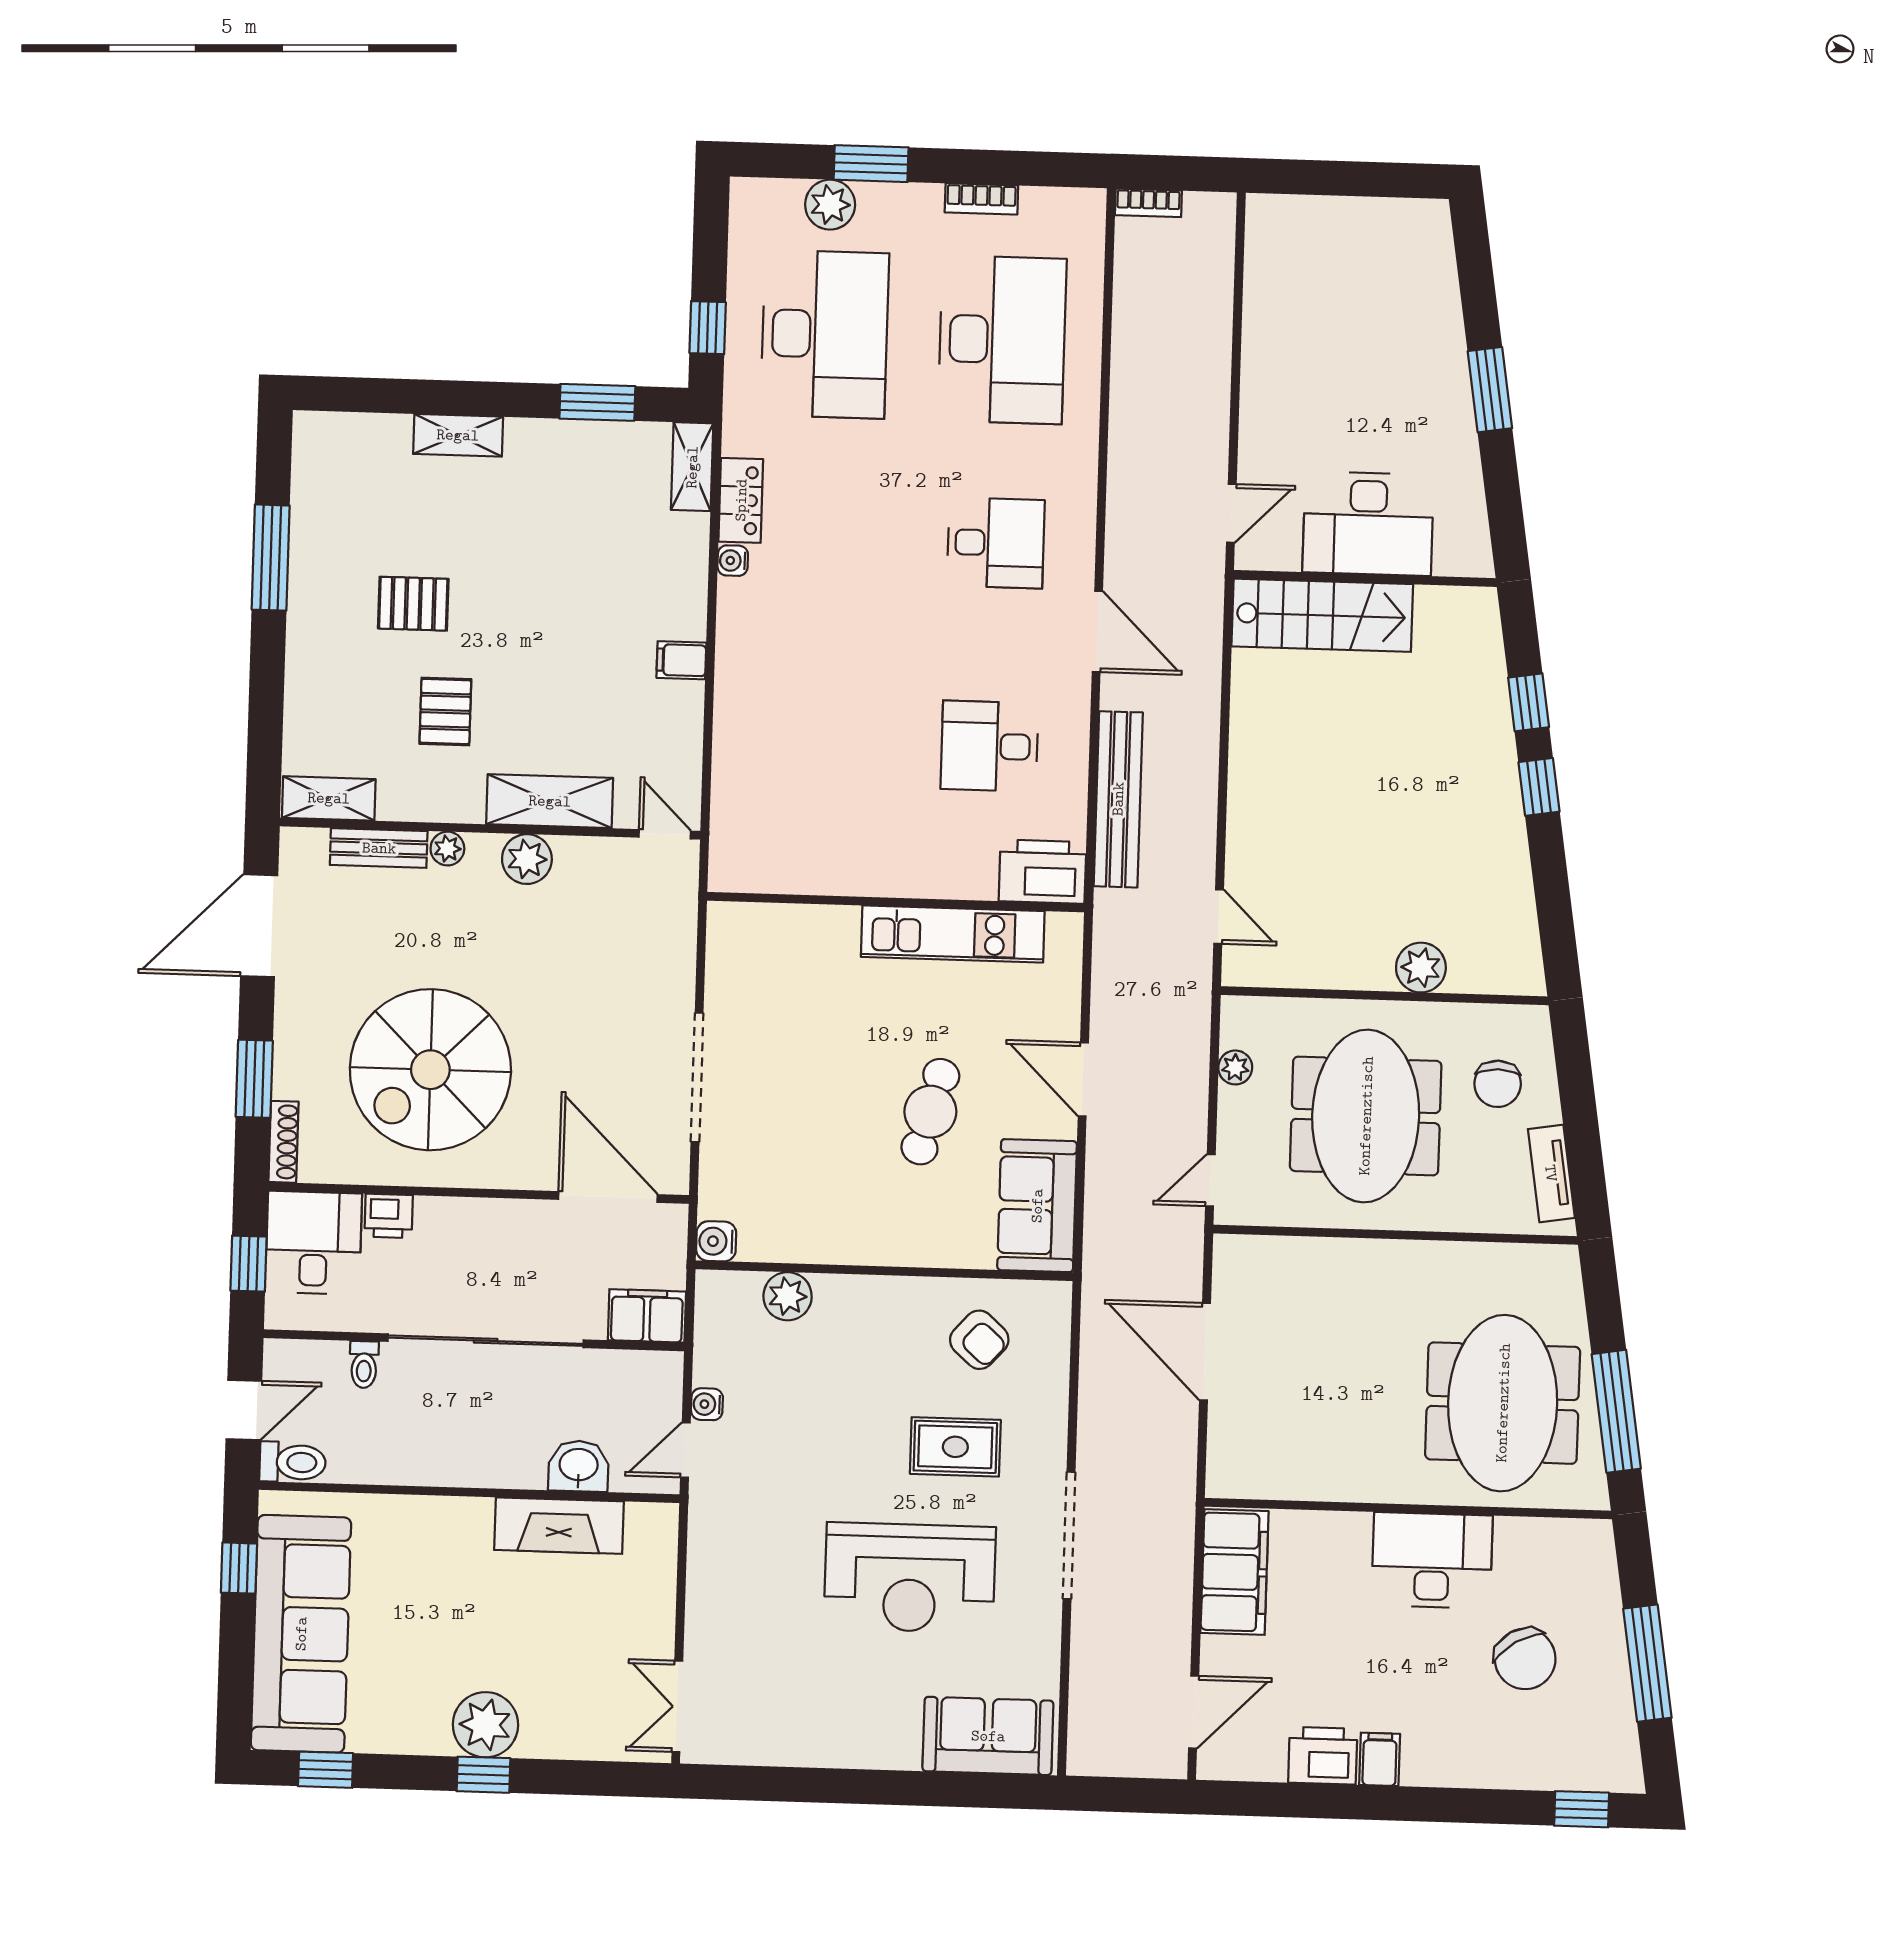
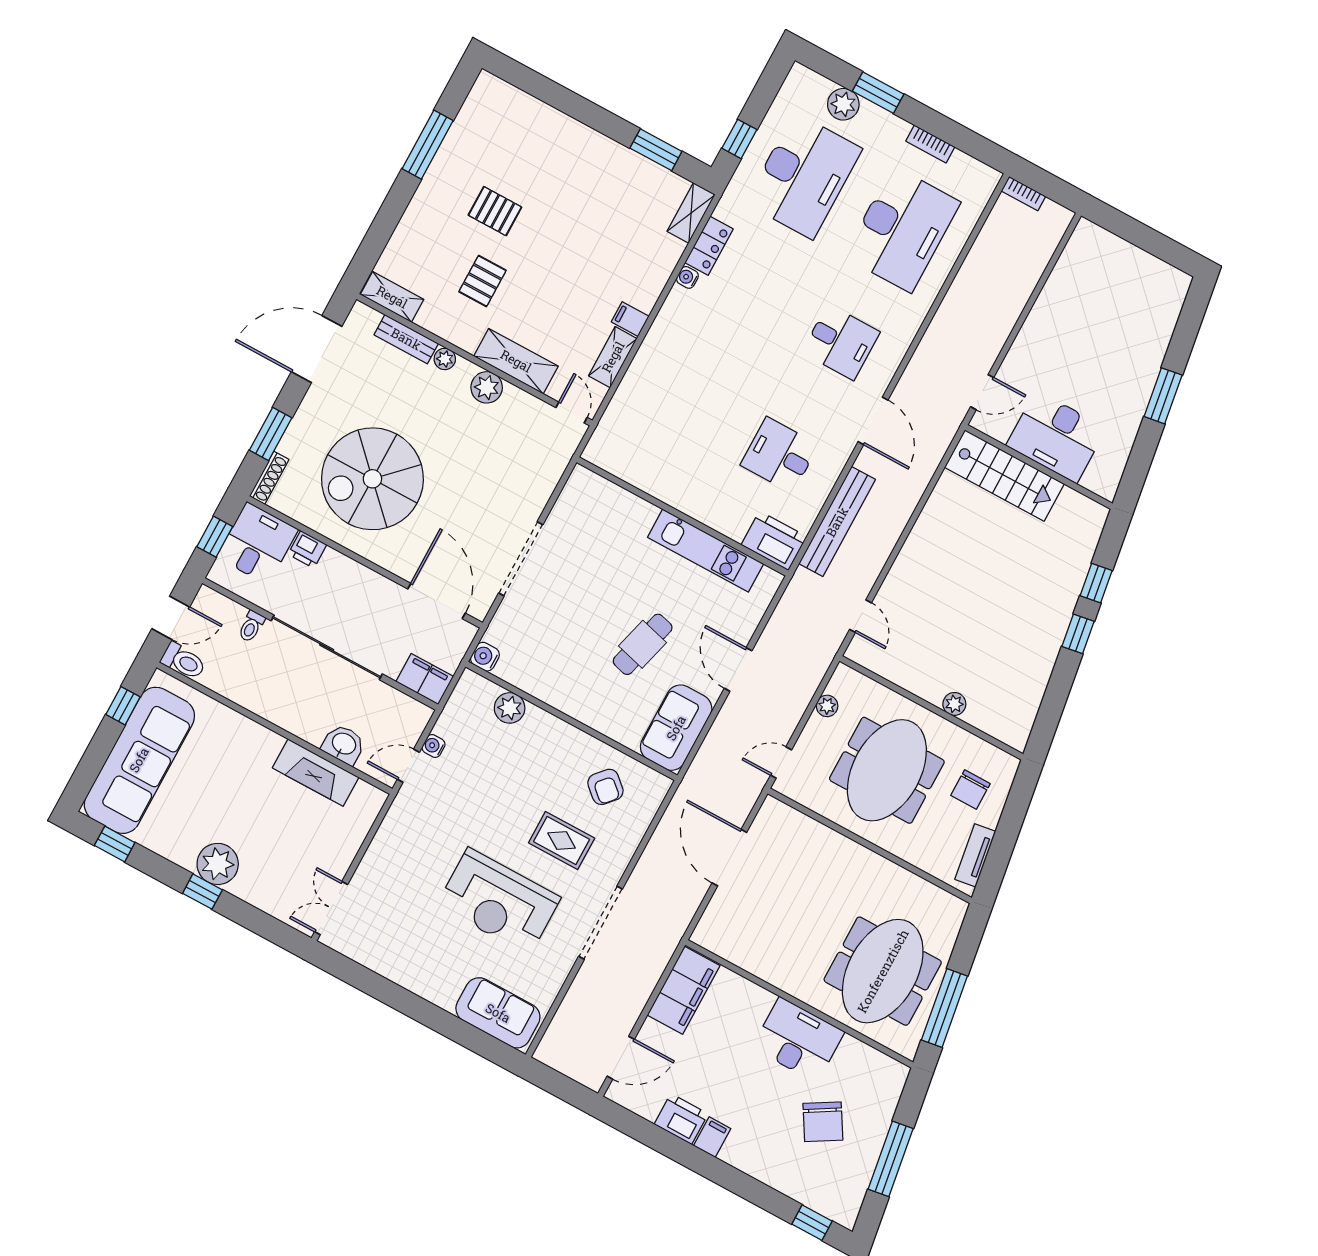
shelving: (458, 435) -> (613, 357), moved, turned 90
plant: (1421, 968) -> (954, 704), width x0.73, depth x0.73

